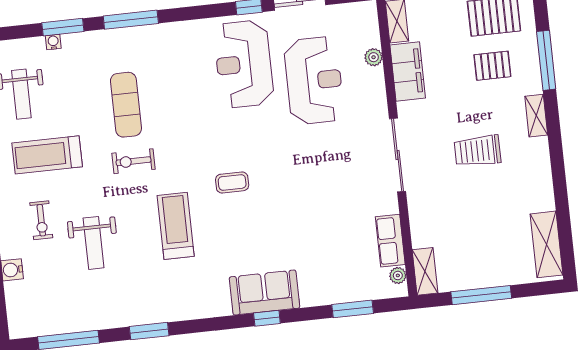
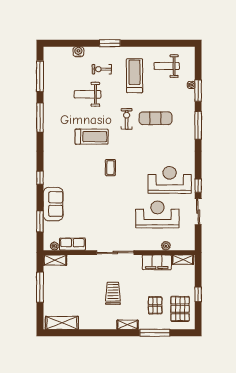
reception desk: (314, 80) -> (157, 215), turned 180
sofa: (264, 293) -> (53, 204), moved
window: (149, 331) -> (40, 118), width x1.44

